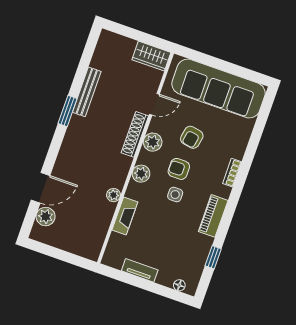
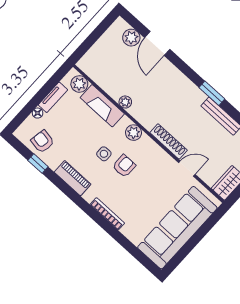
door: (154, 104) -> (187, 168), swing flipped
armchair: (192, 137) -> (43, 141), moved
plant: (153, 142) -> (79, 84), moved
bookcase: (232, 173) -> (107, 214), width x1.56
fireplace: (125, 216) -> (102, 106), width x1.37, depth x1.32
floor lamp: (179, 285) -> (38, 113), moved

